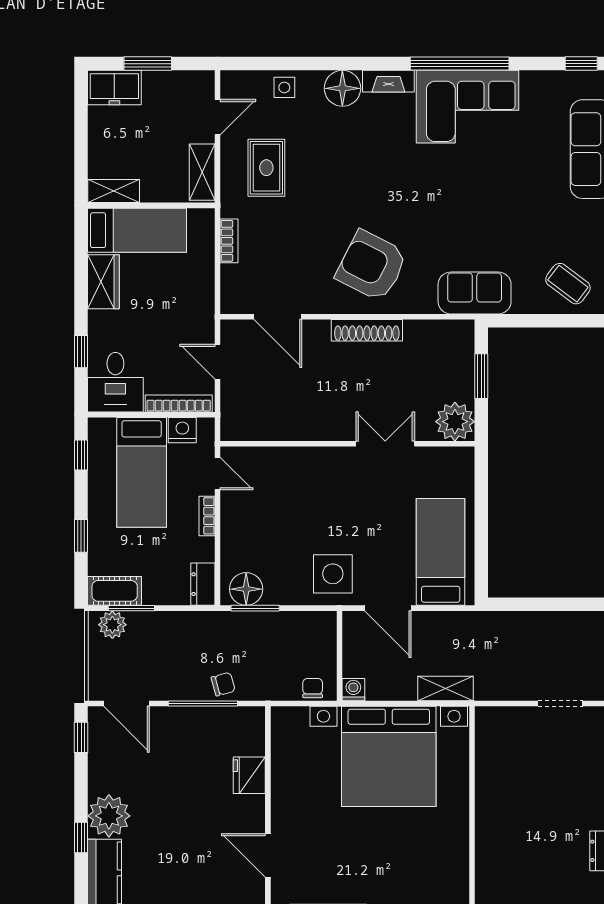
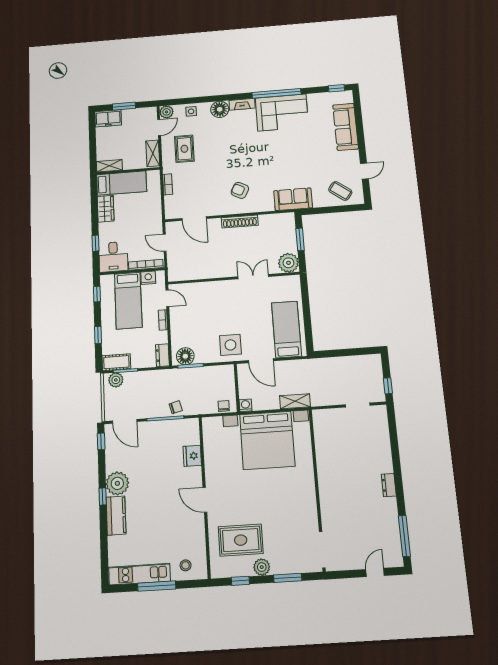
plant: (234, 84) -> (167, 112), added
armchair: (372, 266) -> (240, 190), width x0.53, depth x0.53

